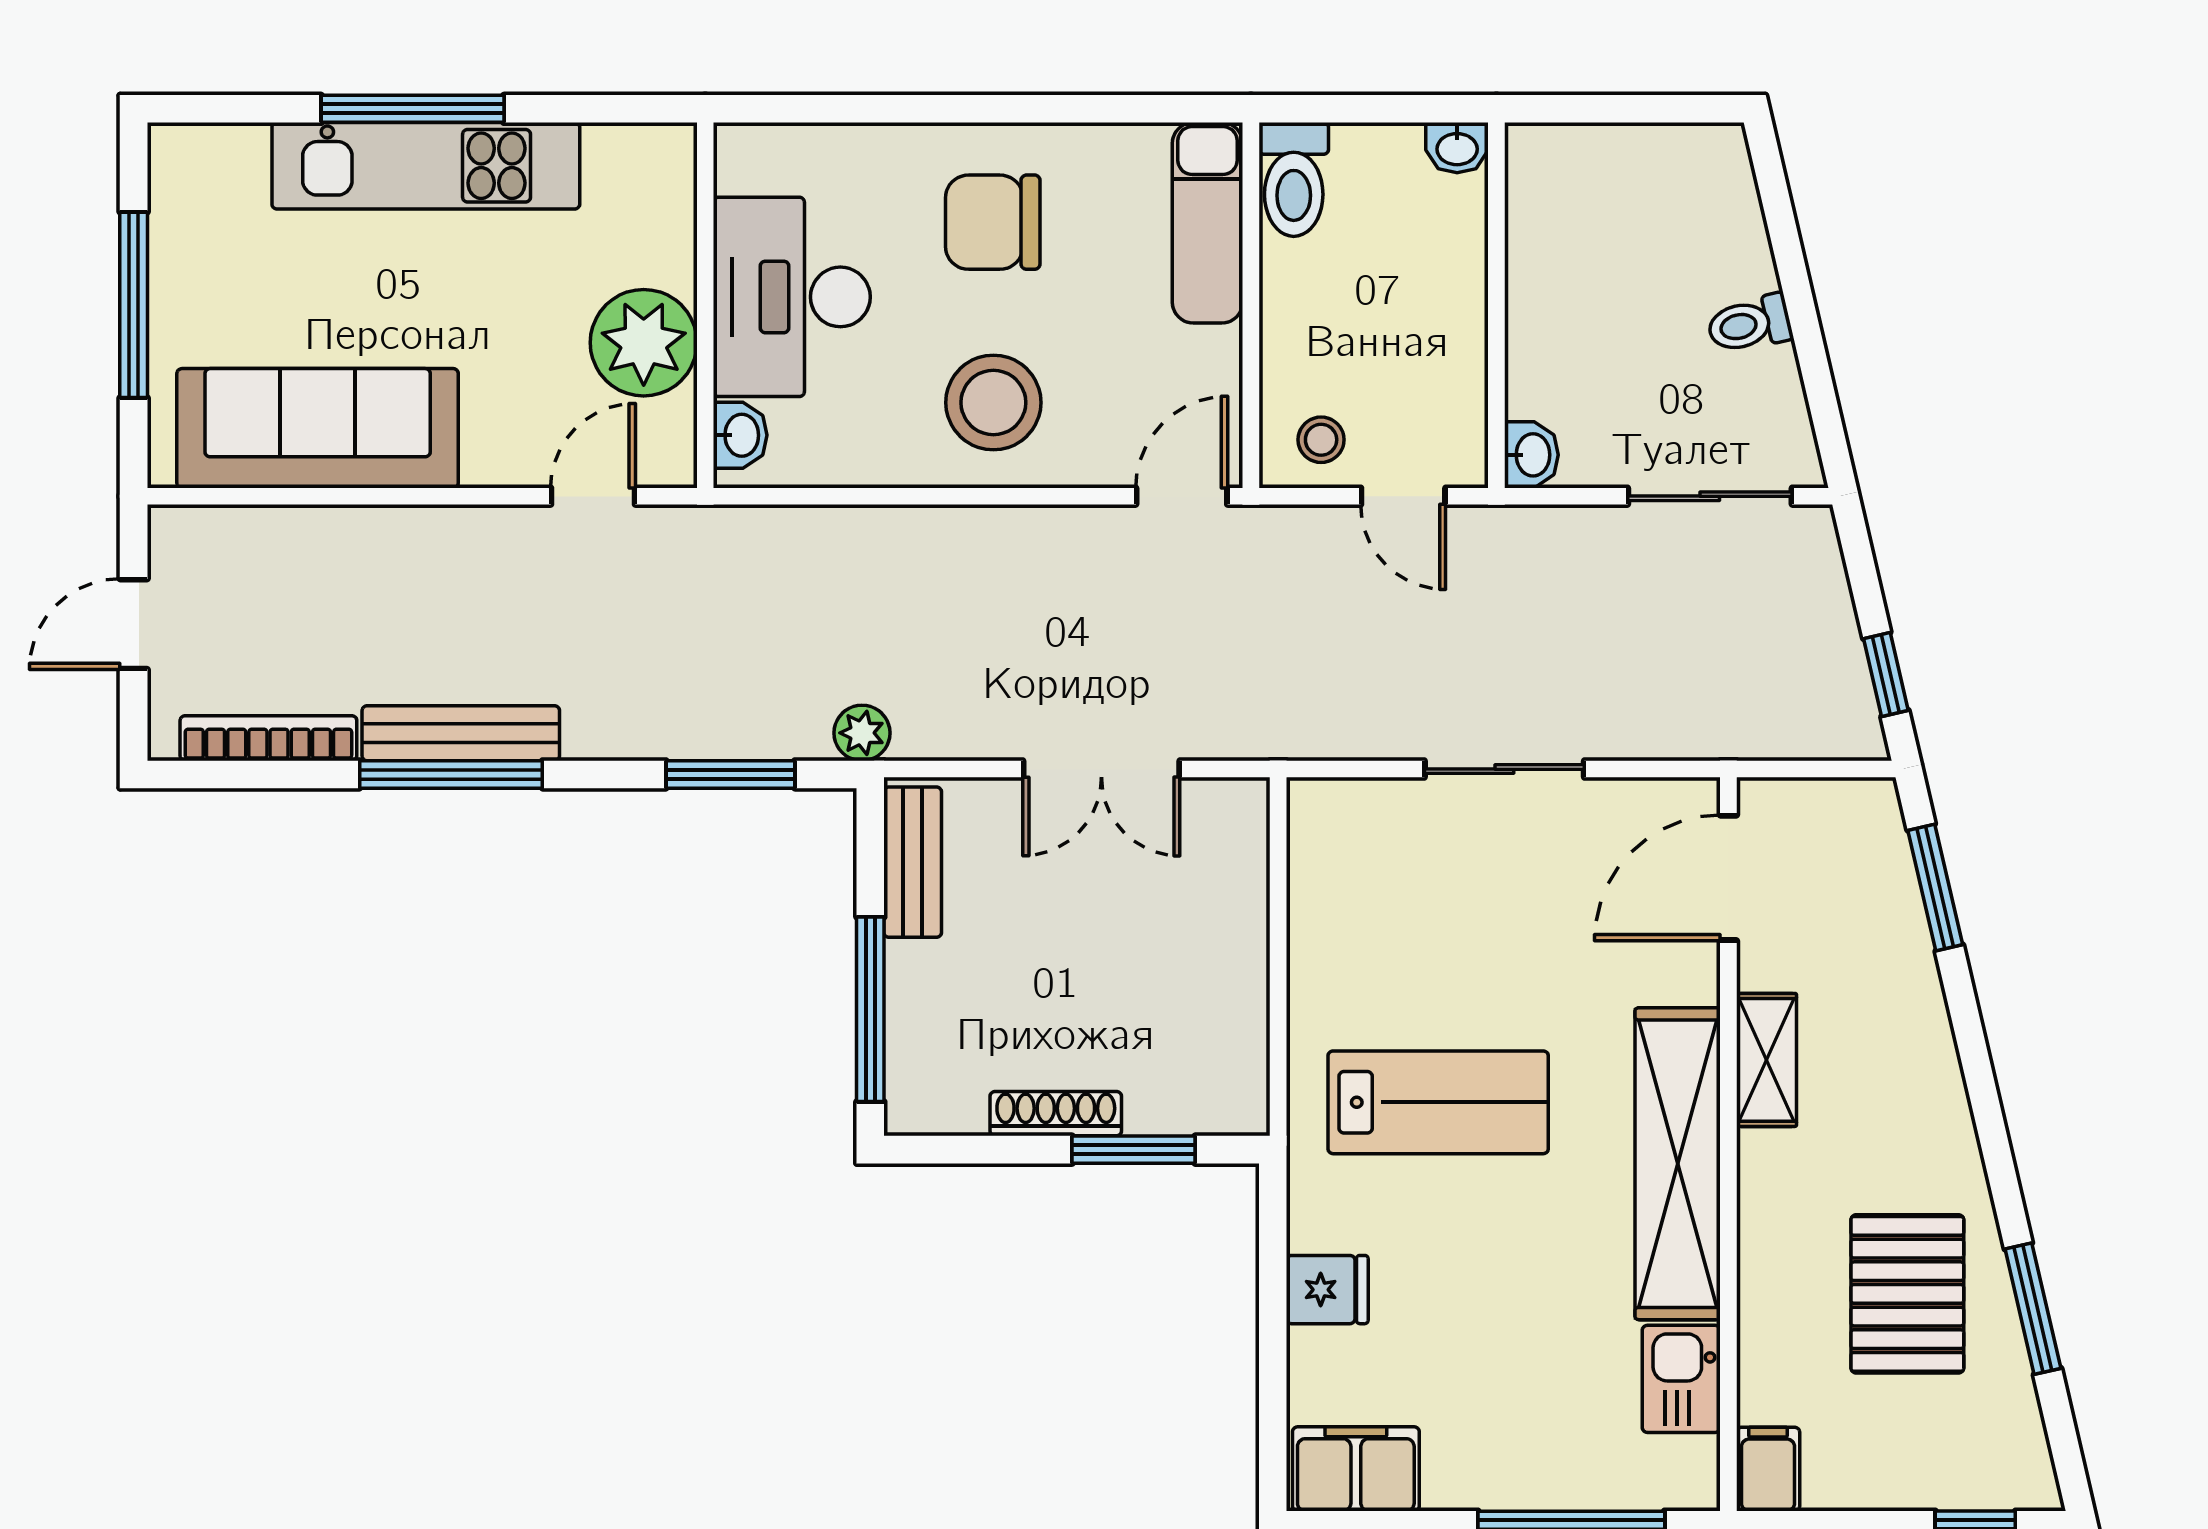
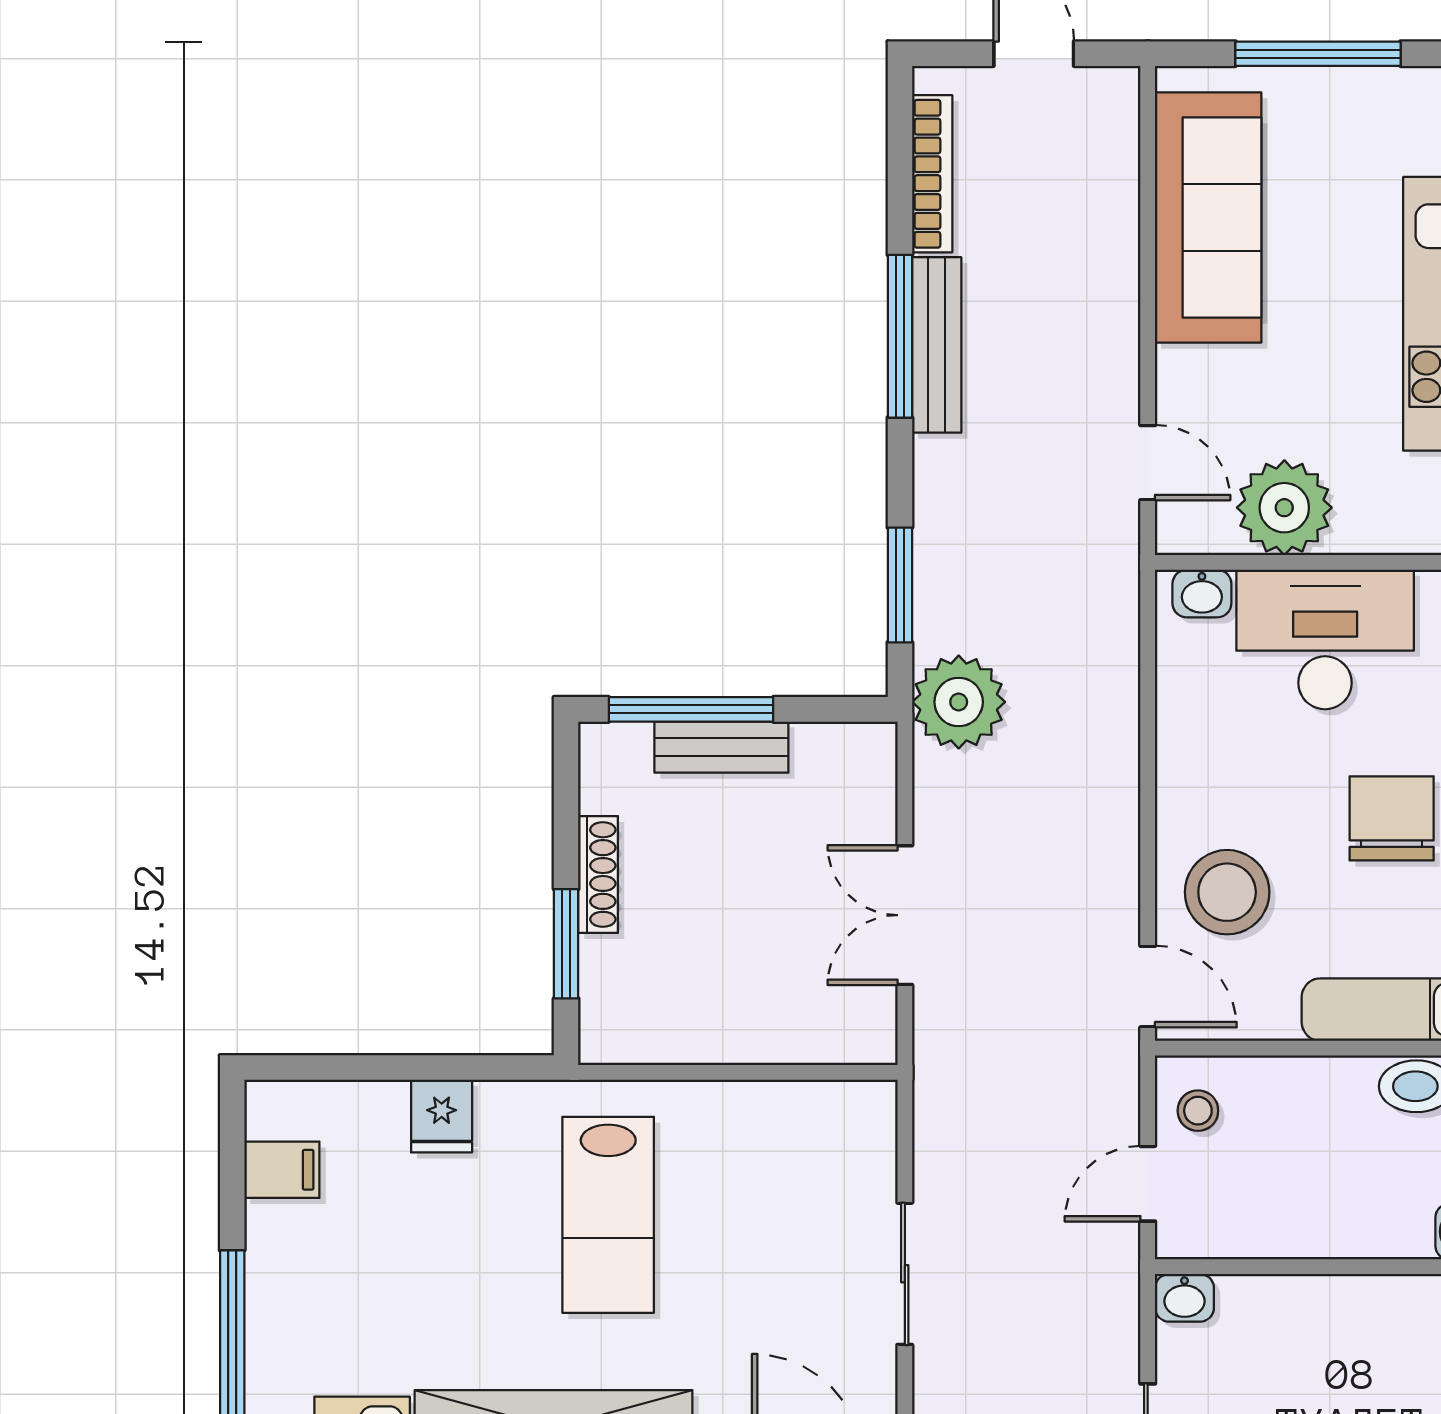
stool: (993, 403) -> (1227, 892), moved
plant: (862, 733) -> (959, 702), width x1.87, depth x1.87
bench: (913, 862) -> (721, 747), moved
filing cabinet: (1356, 1469) -> (282, 1170), width x0.50

